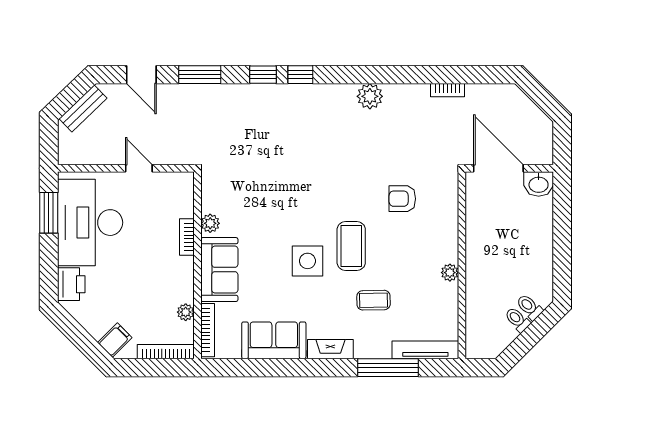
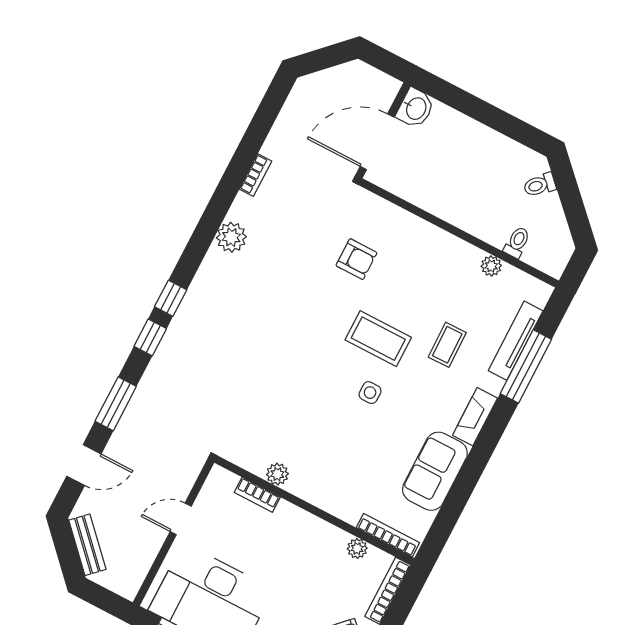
bookcase: (447, 90) -> (256, 175), moved
armchair: (402, 199) -> (356, 259), turned -90
bookcase: (187, 237) -> (257, 495), moved
side table: (307, 261) -> (370, 393), width x0.54, depth x0.54
sofa: (219, 270) -> (331, 490), removed
plant: (450, 273) -> (491, 266), moved
toilet: (517, 320) -> (517, 242), moved, turned 135
tv unit: (425, 350) -> (516, 341), moved

